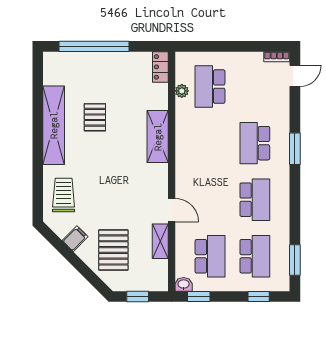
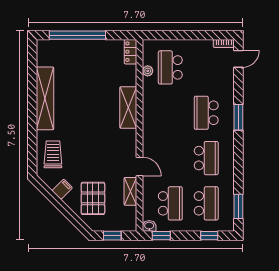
pallet: (95, 117) -> (78, 92), removed

